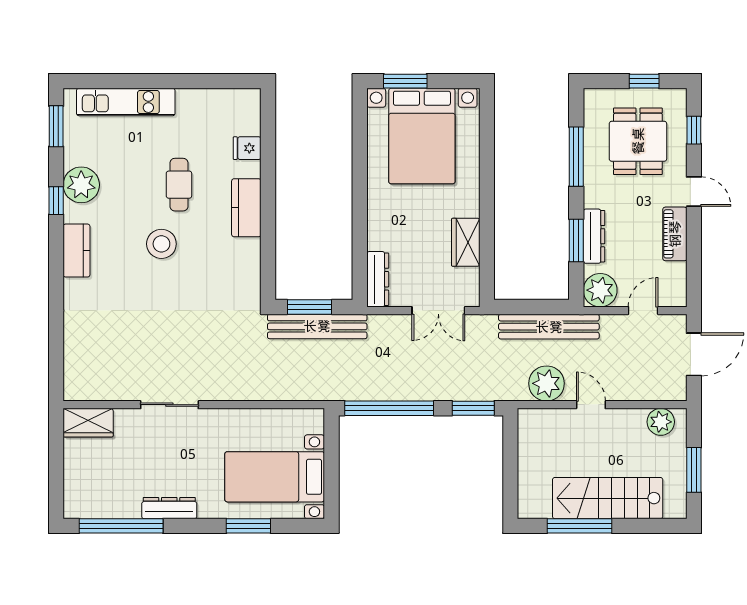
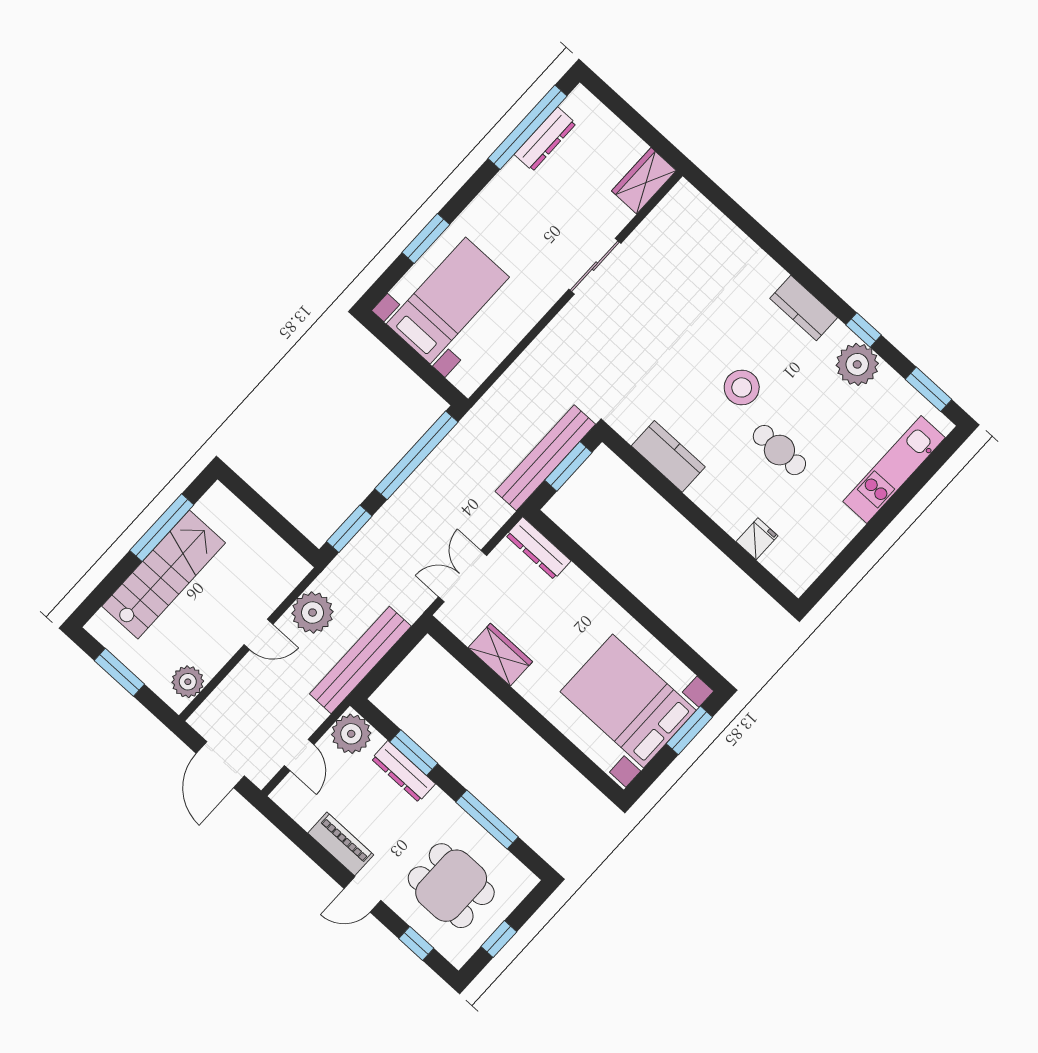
kitchen counter: (246, 208) -> (668, 456), moved
dresser: (169, 508) -> (545, 139), moved

